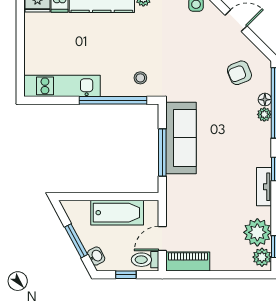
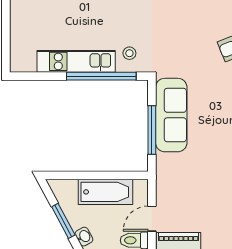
kitchen unit: (62, 86) -> (76, 61), moved

